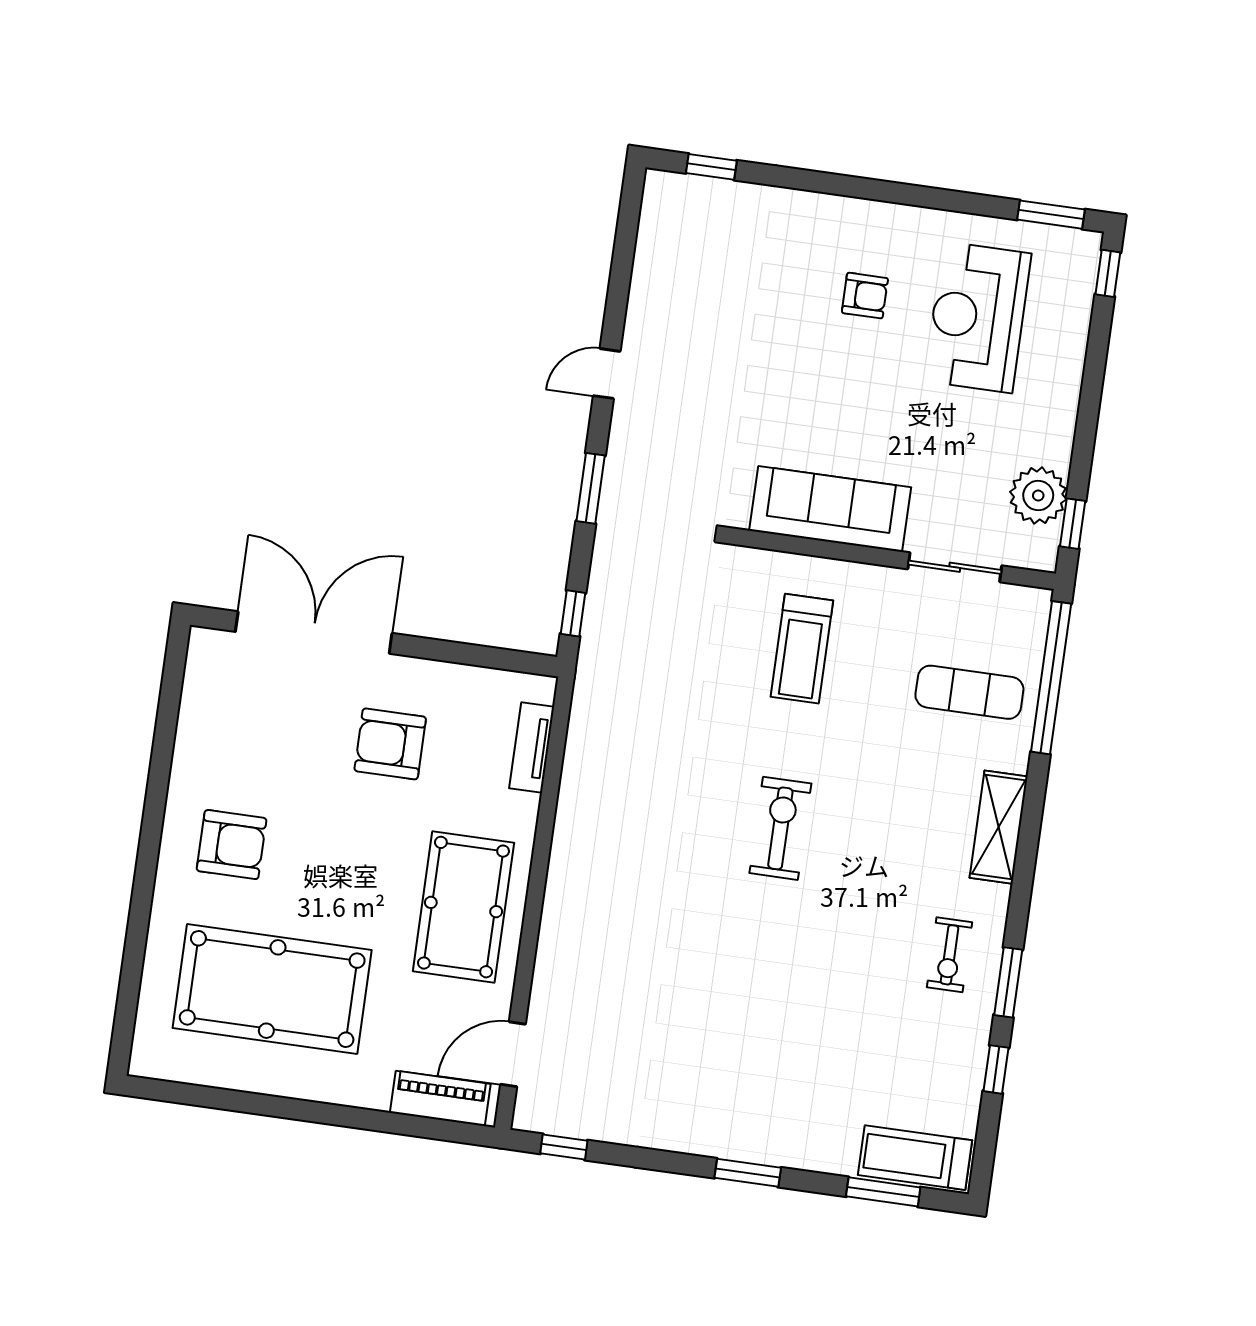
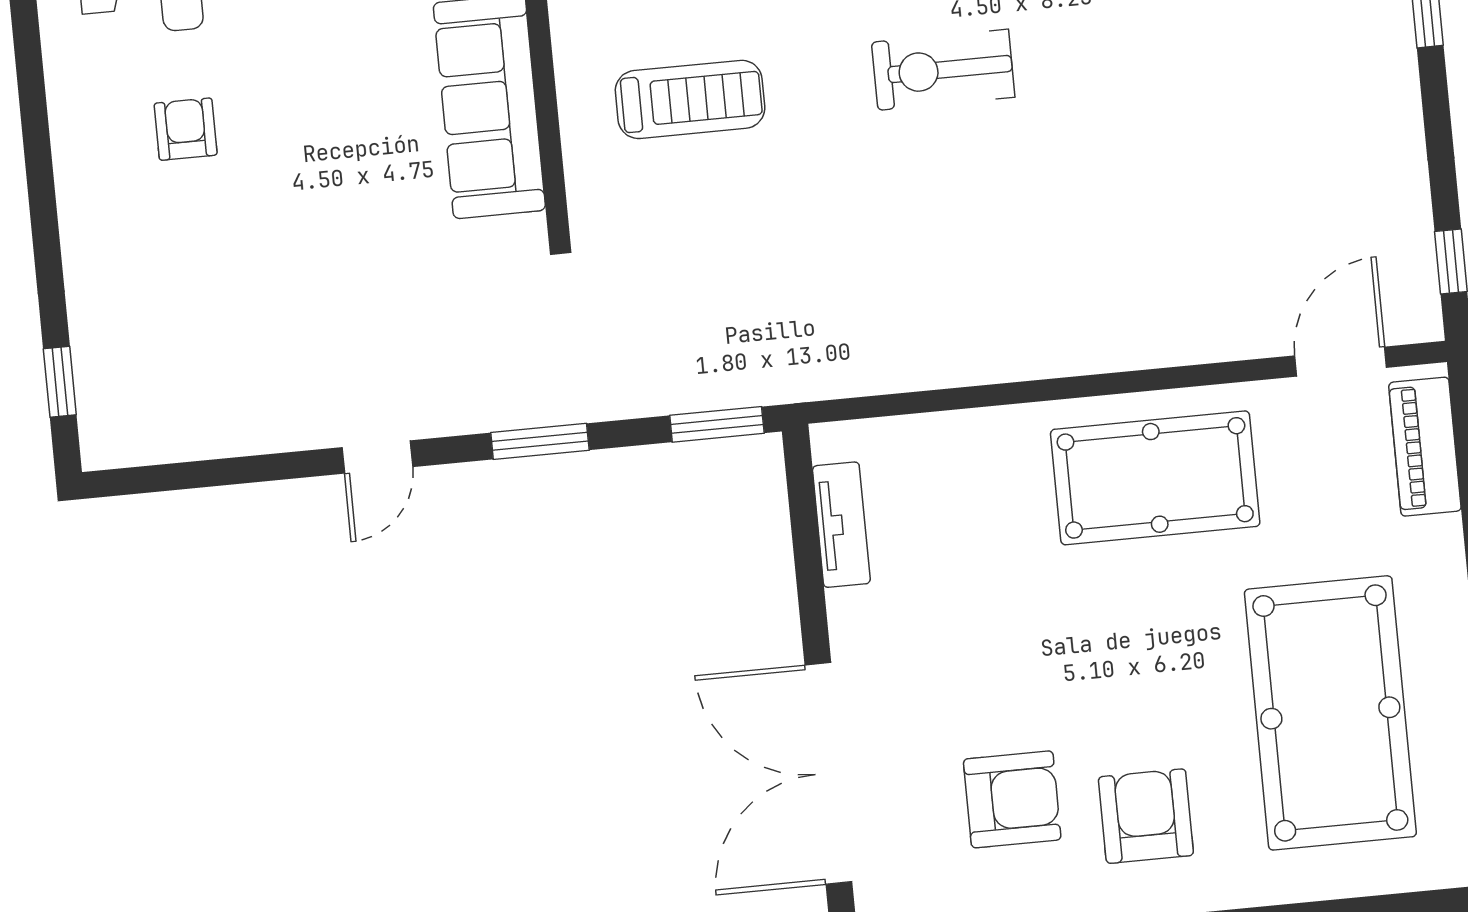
door: (607, 374) -> (377, 457), hinge flipped
window: (573, 613) -> (717, 424), width x1.50
armchair: (390, 744) -> (1012, 799), moved, turned -90
tv unit: (532, 747) -> (841, 525), moved, turned -90
door: (513, 1054) -> (1341, 362), swing flipped

